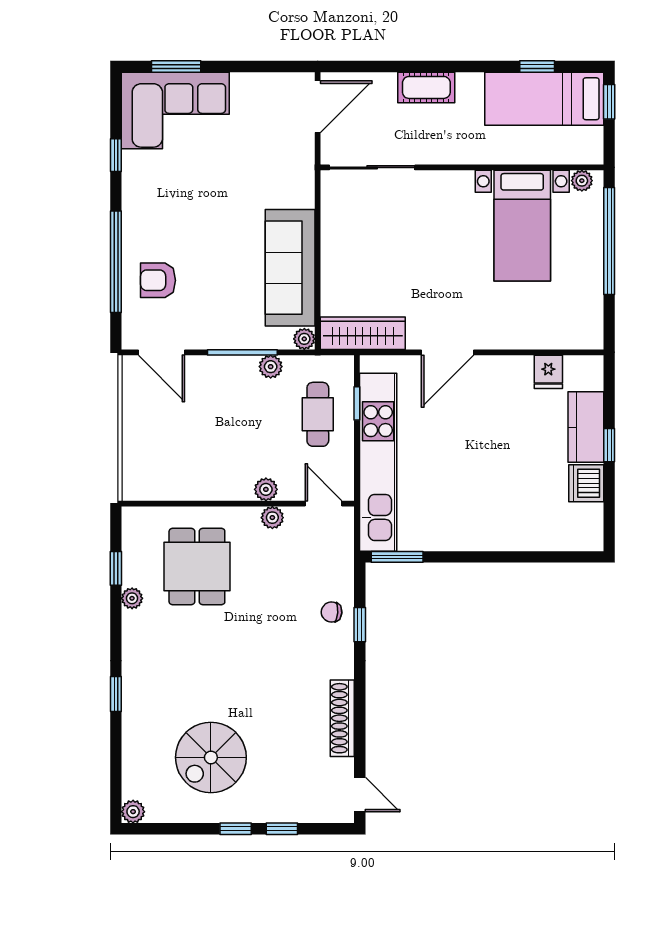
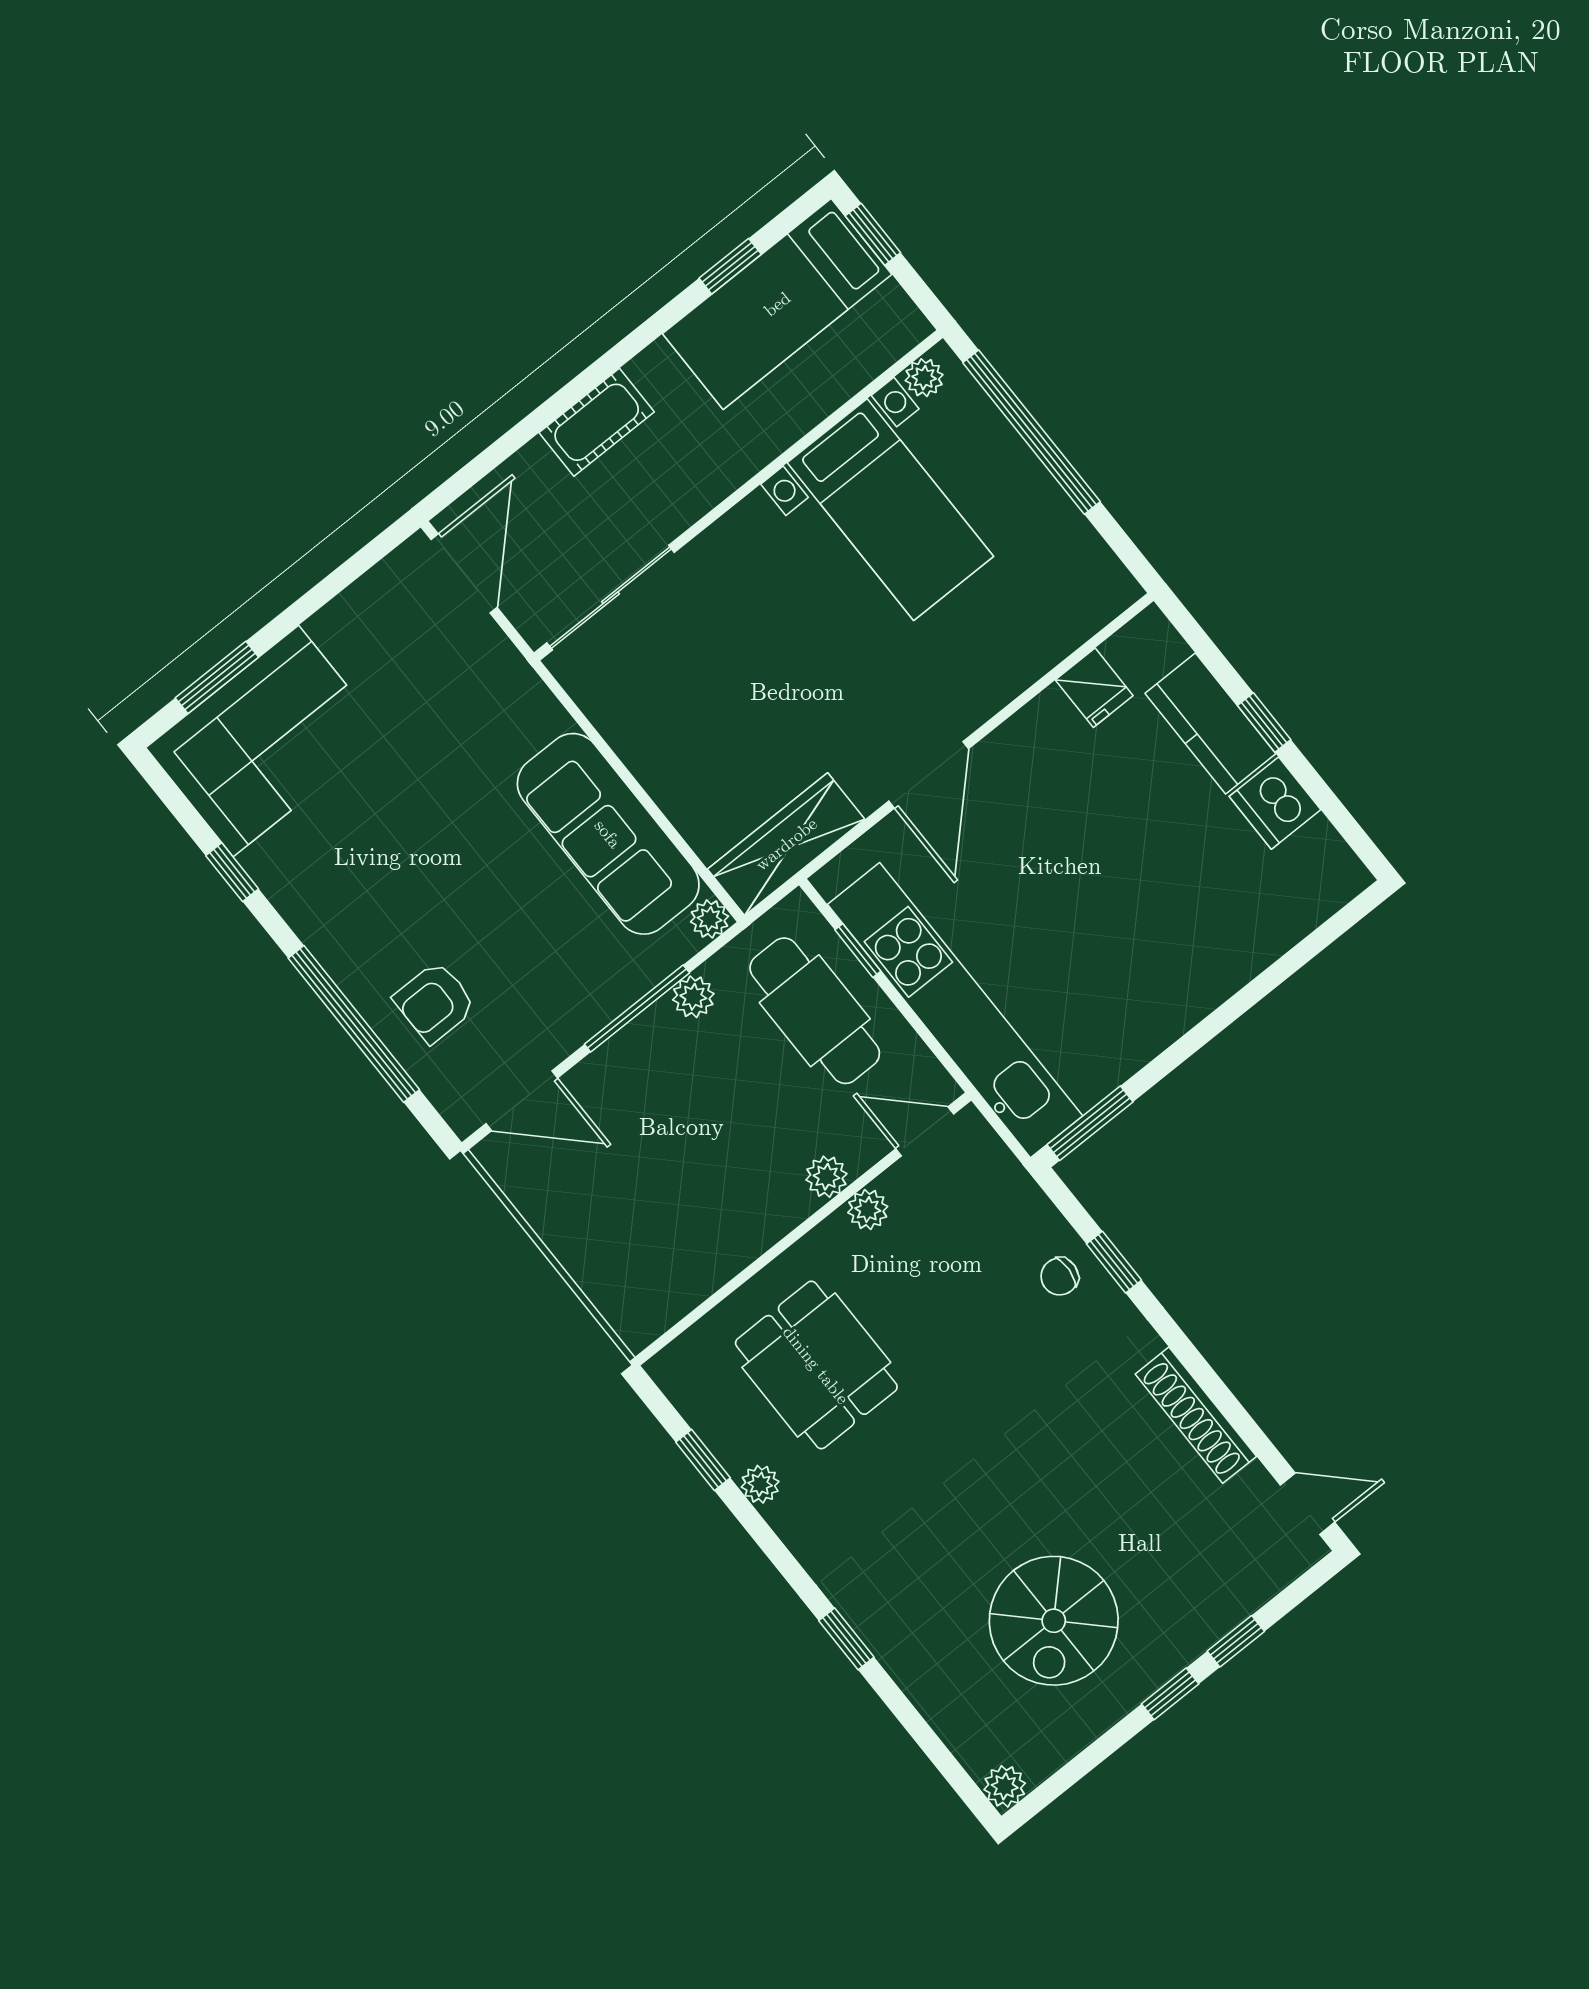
cafe table: (318, 414) -> (815, 1011), width x1.37, depth x1.35

